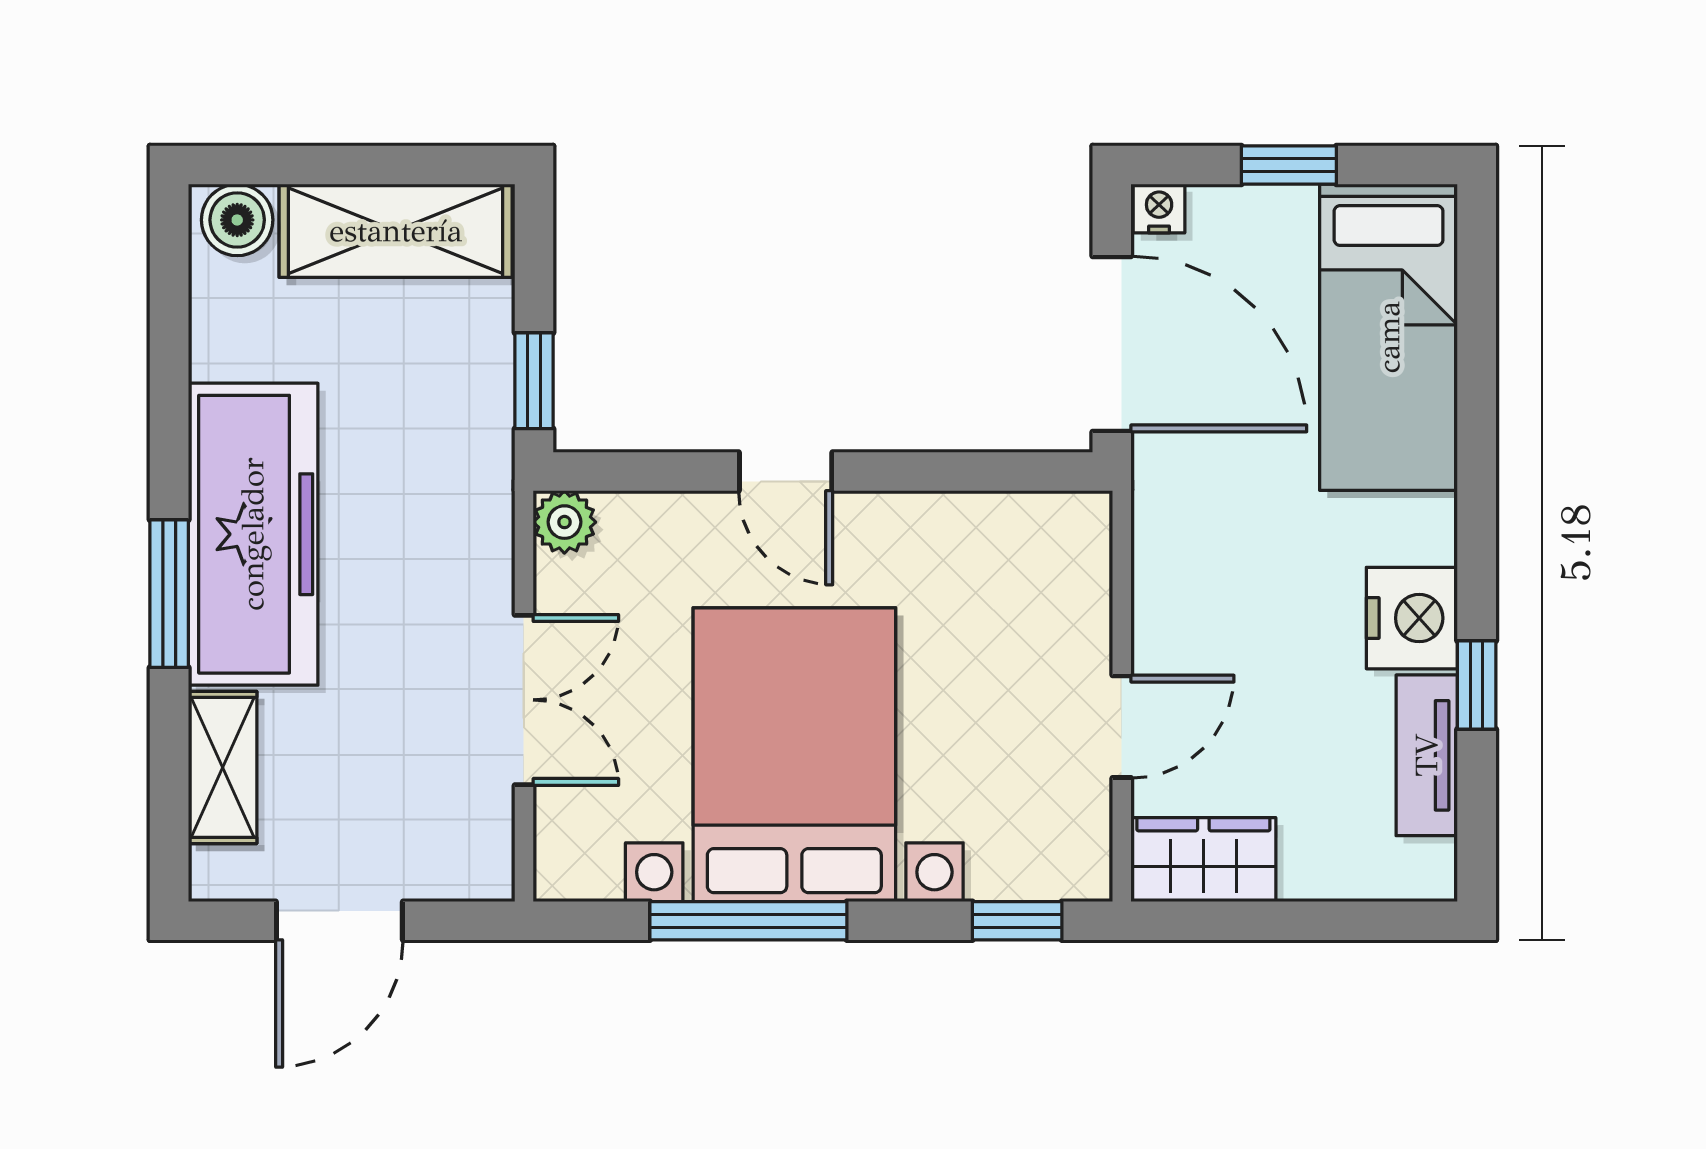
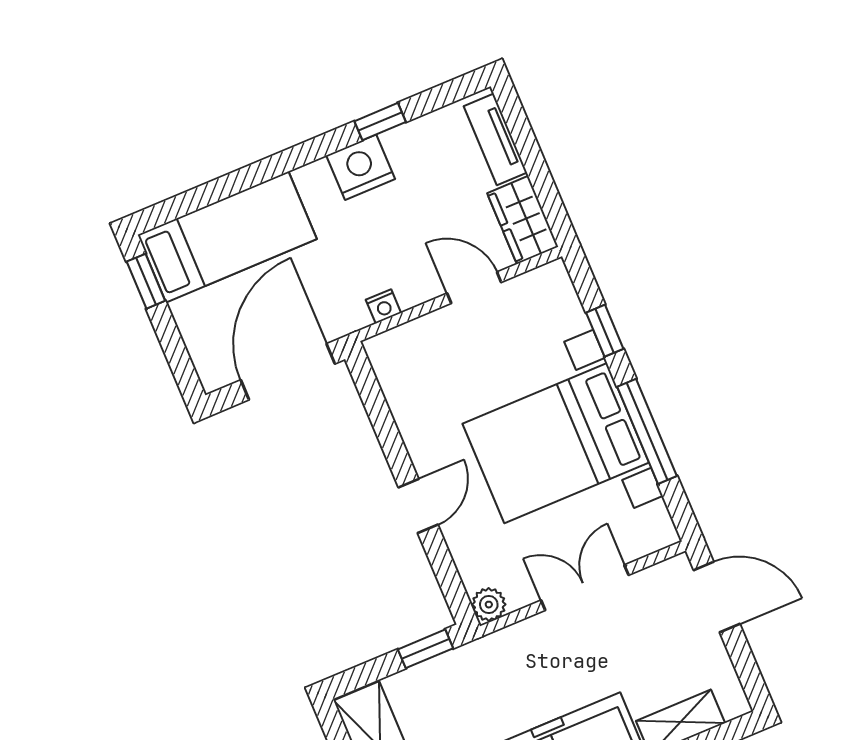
window: (1289, 165) -> (146, 281), moved
nightstand: (1159, 209) -> (383, 306), moved, turned -90
tv unit: (1427, 755) -> (495, 139), moved, turned 90
door: (339, 921) -> (717, 597), moved
window: (1017, 921) -> (605, 331), moved

